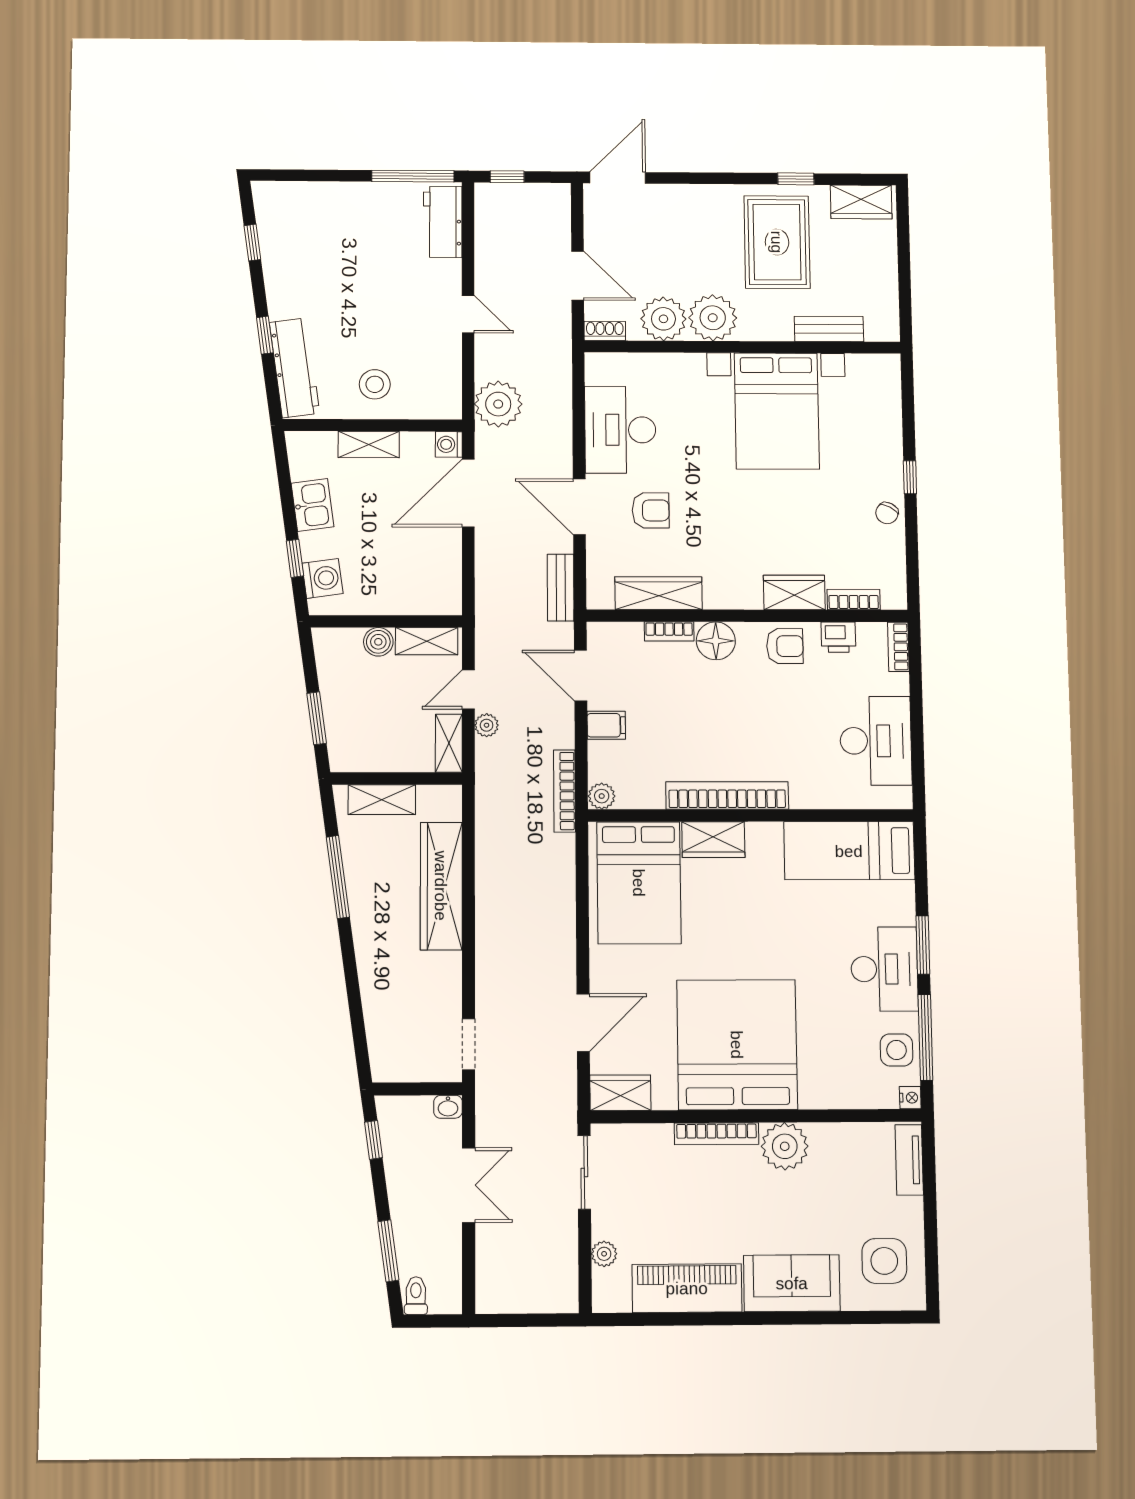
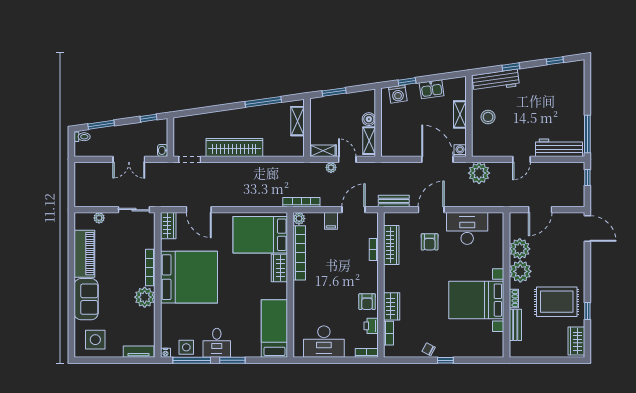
workbench: (443, 222) -> (559, 148), width x1.37
shoe rack: (605, 331) -> (514, 298), moved
floor lamp: (716, 641) -> (369, 271), removed
bookcase: (727, 795) -> (299, 253), moved
wardrobe: (441, 886) -> (234, 147), moved
desk: (884, 969) -> (217, 343), width x0.73

